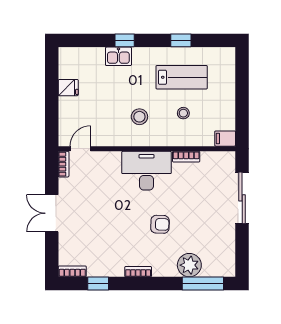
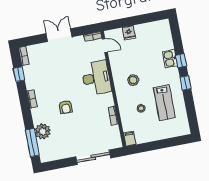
window: (181, 40) -> (185, 83), moved
fridge: (68, 88) -> (129, 33), moved
desk: (146, 171) -> (96, 78), moved

